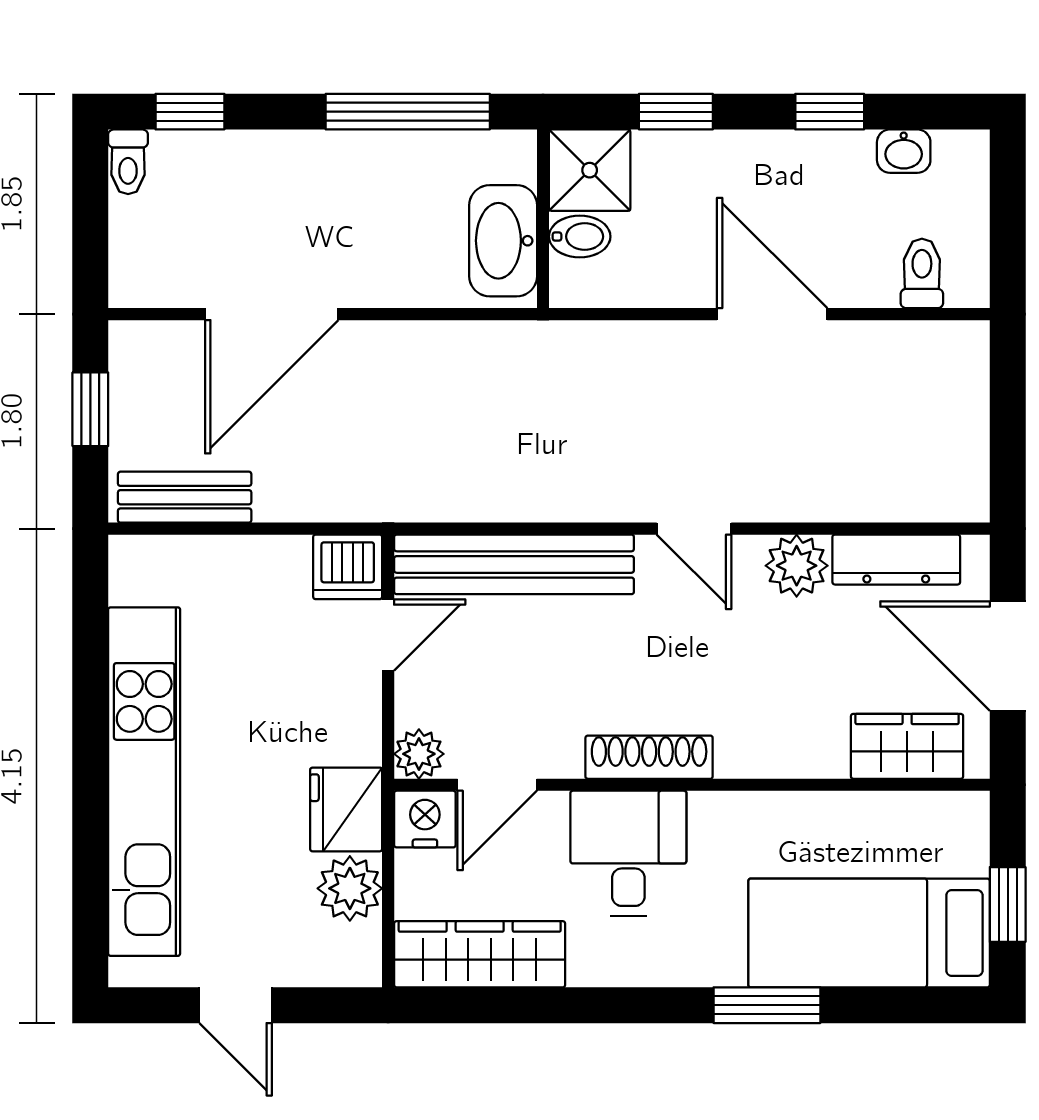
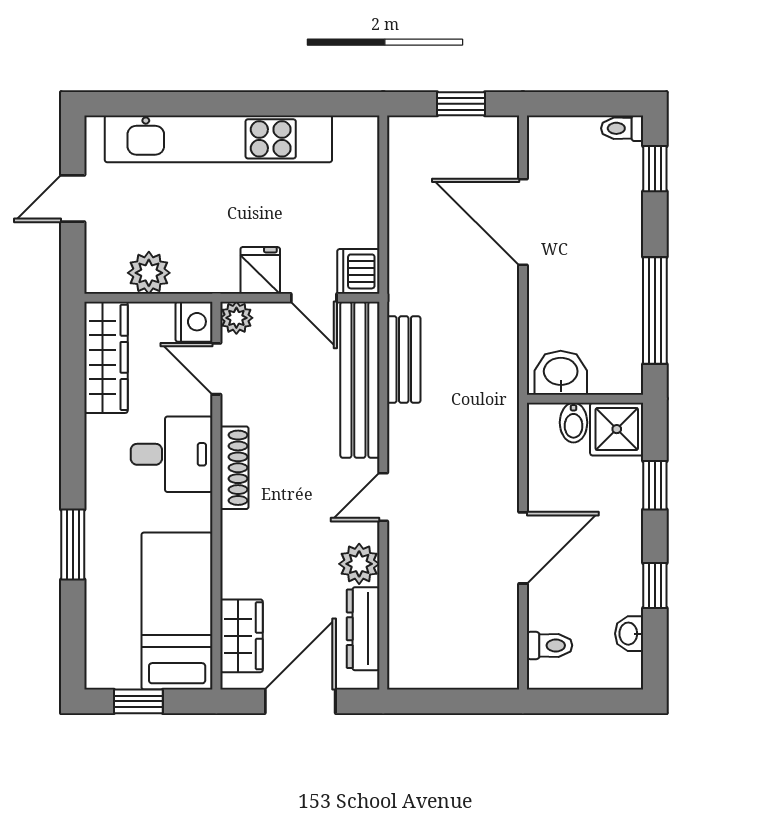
washbasin: (503, 241) -> (561, 373), width x0.72
bench: (185, 497) -> (404, 359), moved
fridge: (346, 809) -> (260, 270), moved, width x0.72
bed: (869, 933) -> (177, 611), moved

